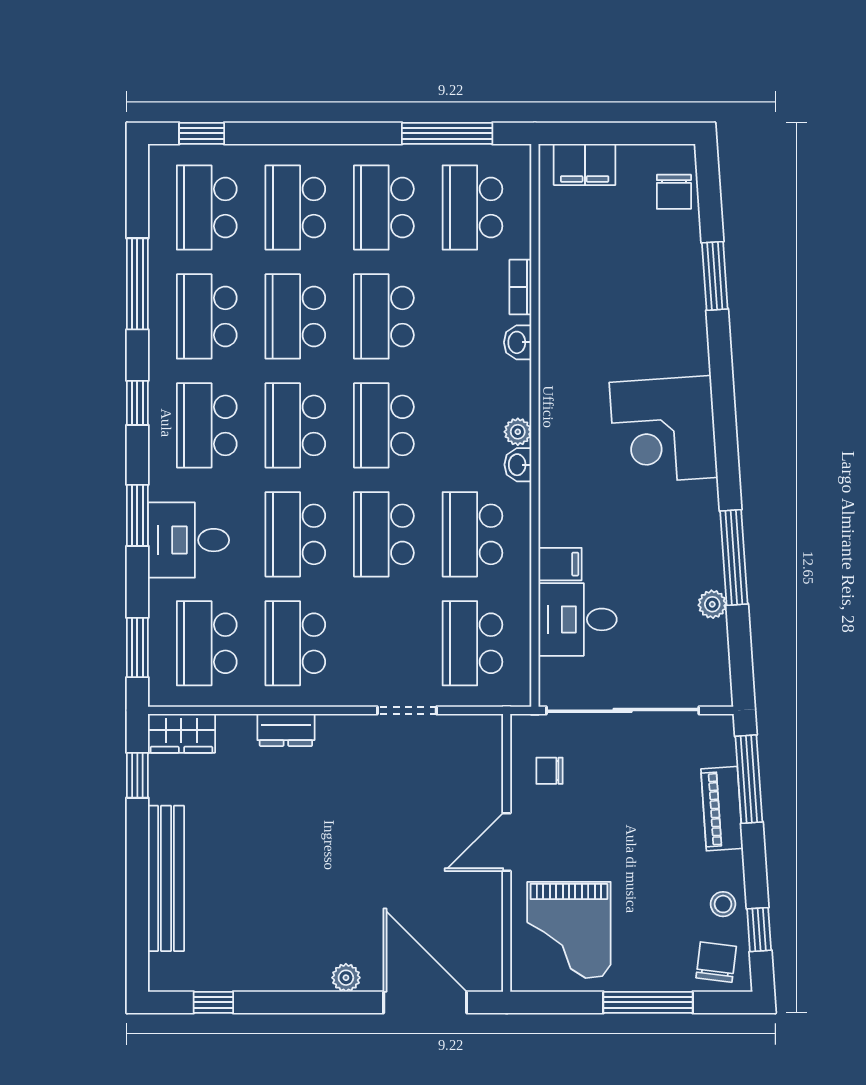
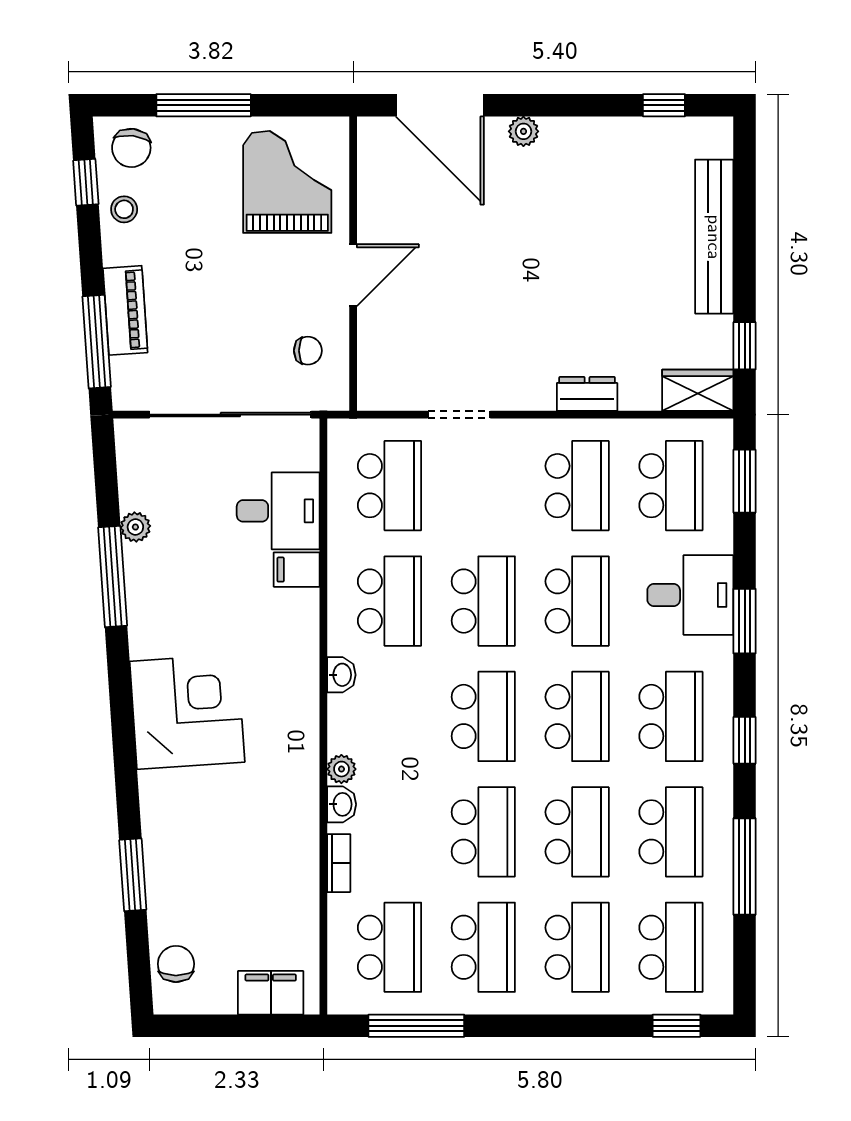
plant: (518, 432) -> (341, 769), moved

